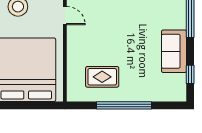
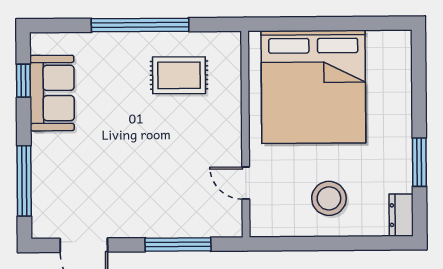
sofa: (174, 51) -> (52, 93), moved

